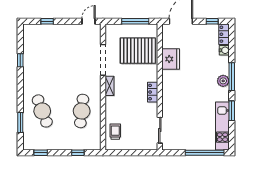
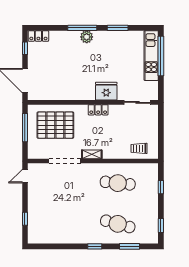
door: (88, 21) -> (25, 176), hinge flipped
water cooler: (224, 50) -> (55, 36), removed
pallet: (138, 51) -> (55, 125), turned 90
fridge: (171, 59) -> (106, 91), moved
window: (20, 60) -> (95, 246), moved
cafe table: (42, 111) -> (118, 224), turned 36
kitchen unit: (222, 126) -> (151, 56), moved, turned 90

